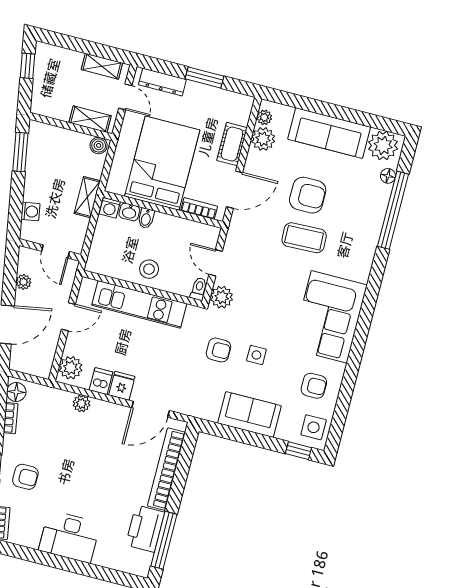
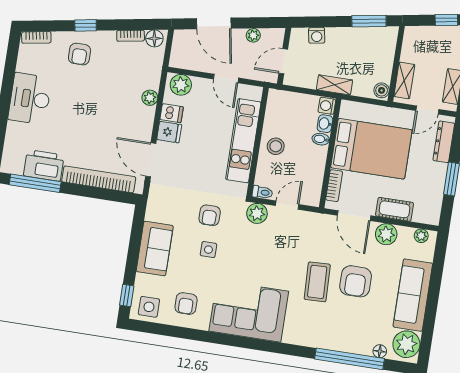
plant: (263, 139) -> (386, 234), moved

